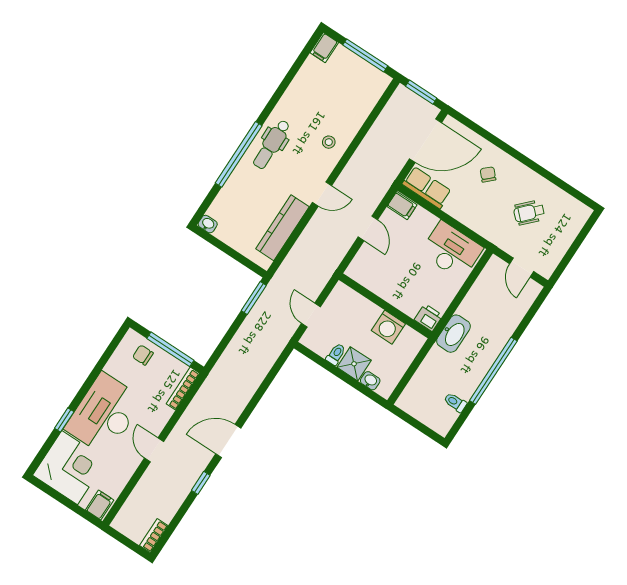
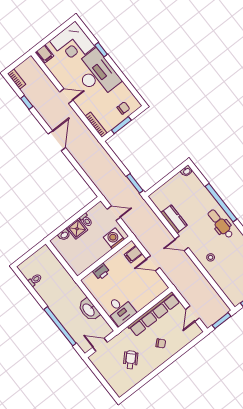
door: (426, 141) -> (192, 314), width x0.53
row of seats: (427, 188) -> (154, 314), width x2.02
door: (322, 194) -> (182, 243), hinge flipped
filing cabinet: (402, 206) -> (133, 254), moved
kitchen counter: (282, 228) -> (174, 219), width x0.67
desk: (452, 250) -> (120, 310), width x0.73
printer: (428, 318) -> (101, 272), moved
washing machine: (388, 327) -> (114, 238), moved
washbasin: (453, 334) -> (89, 310), moved
window: (170, 349) -> (121, 125), width x0.69
window: (493, 371) -> (60, 326), moved
window: (201, 483) -> (27, 102), moved

